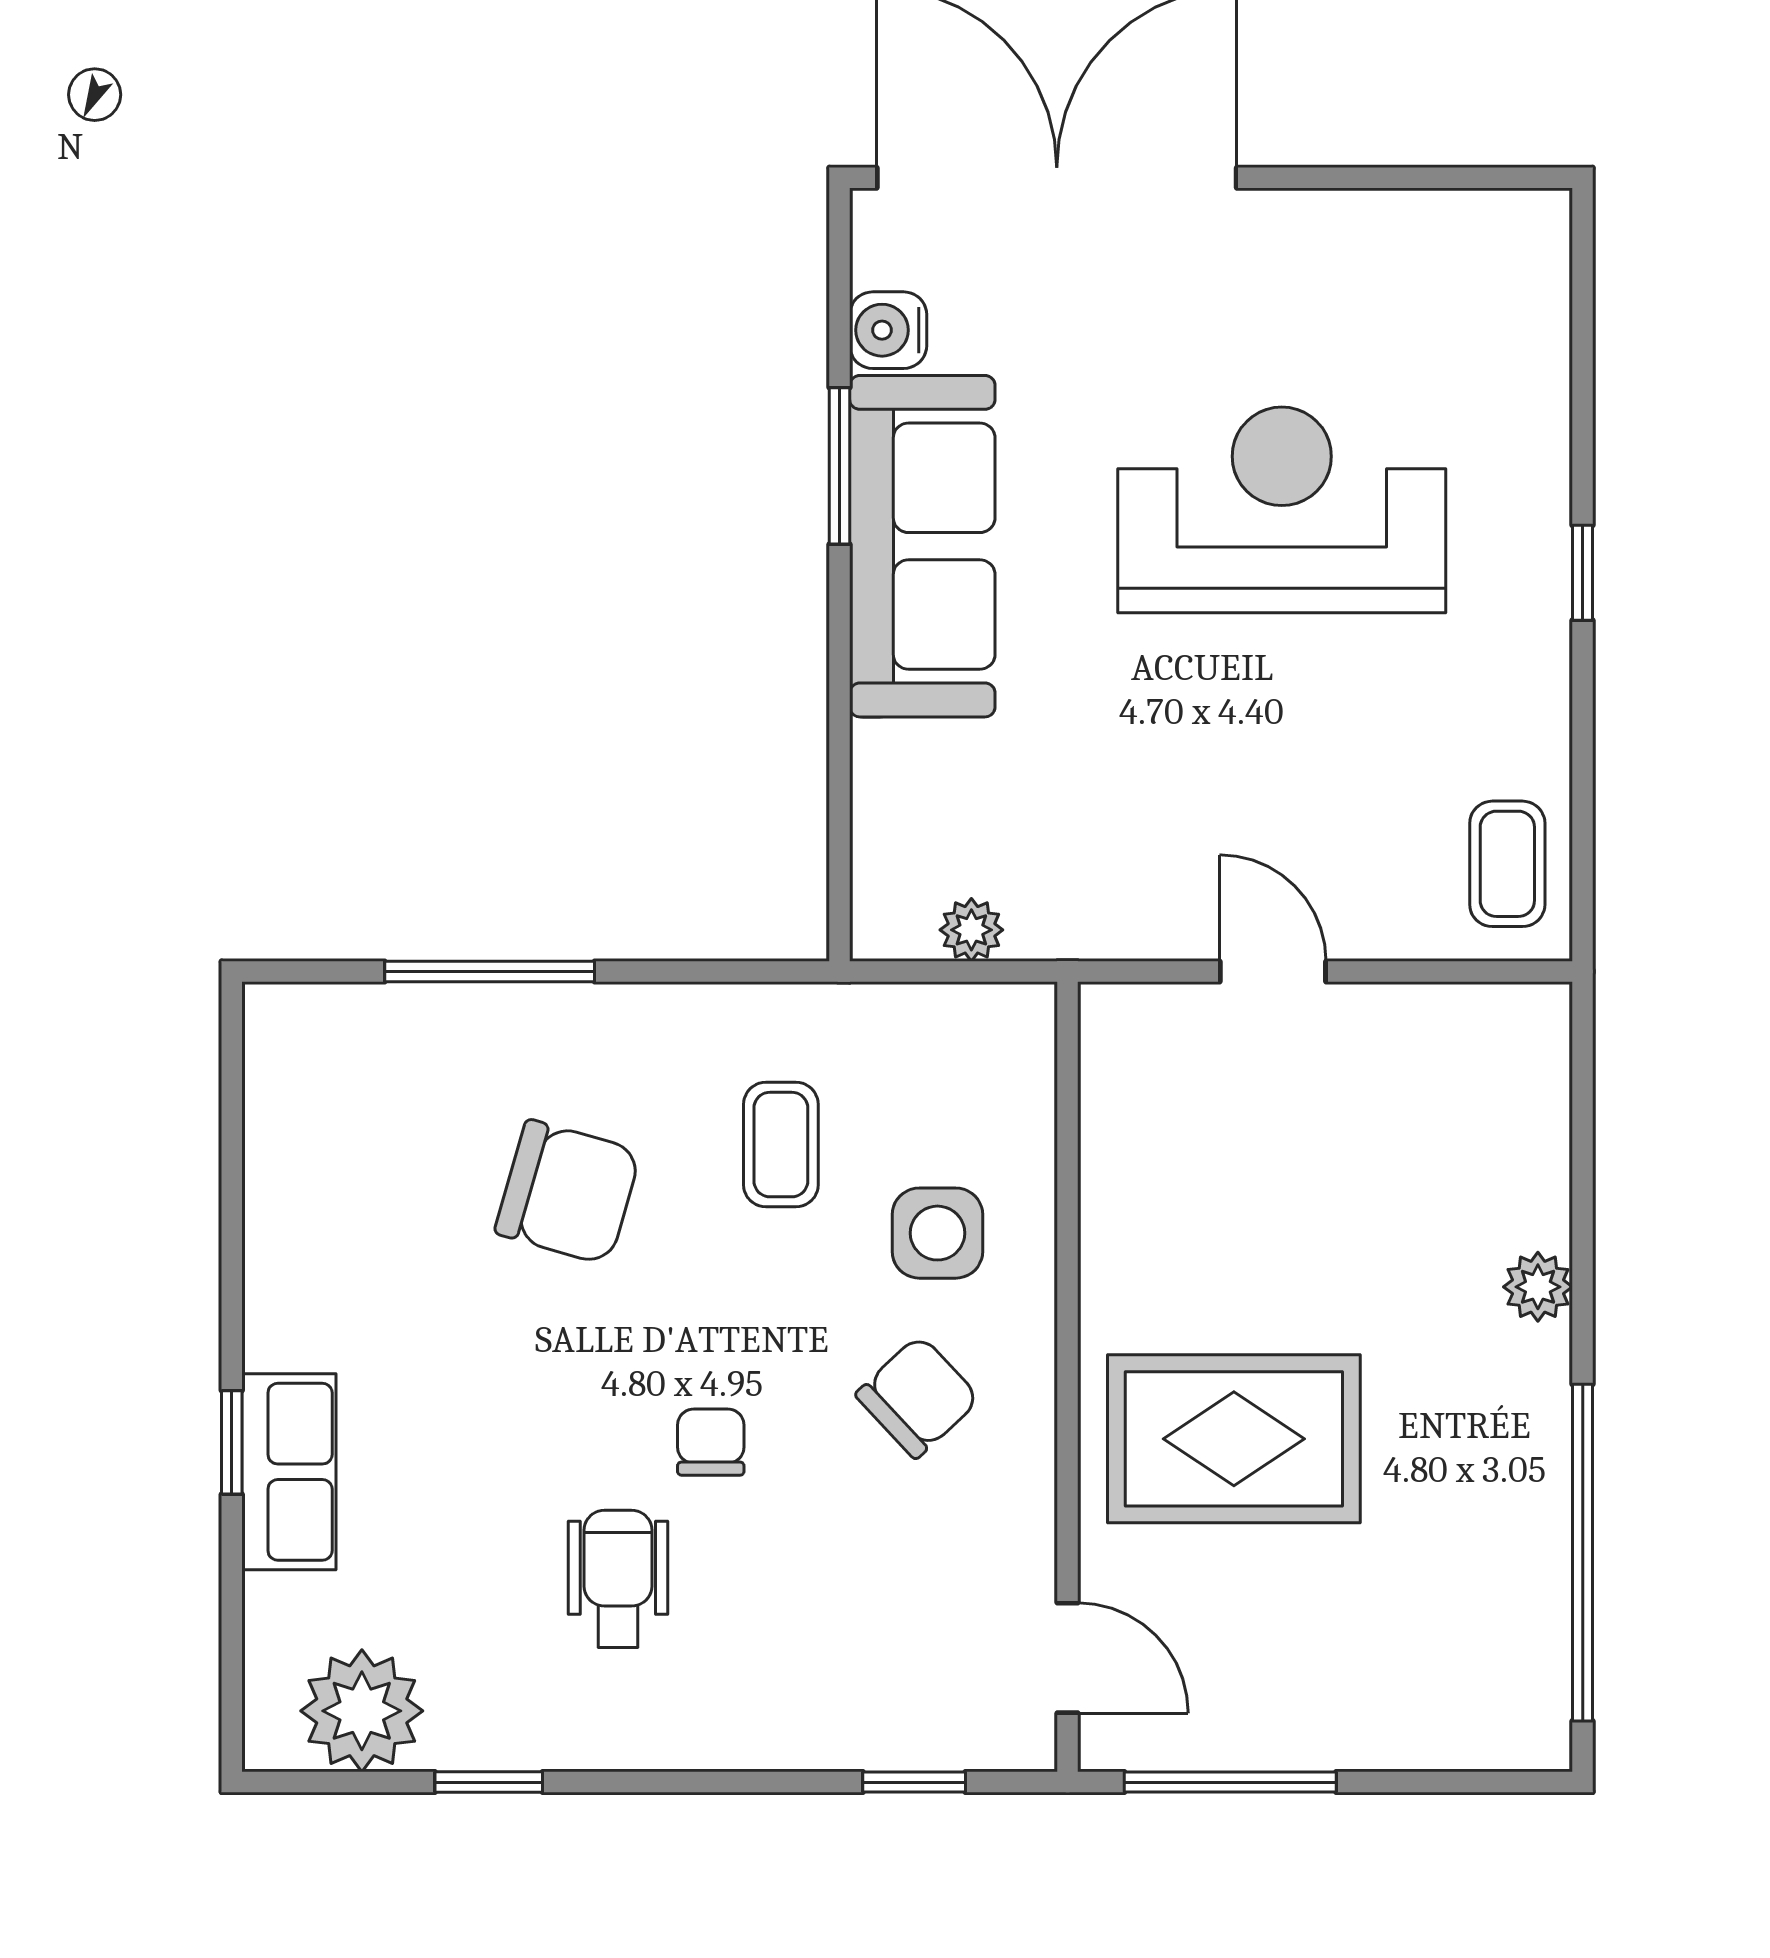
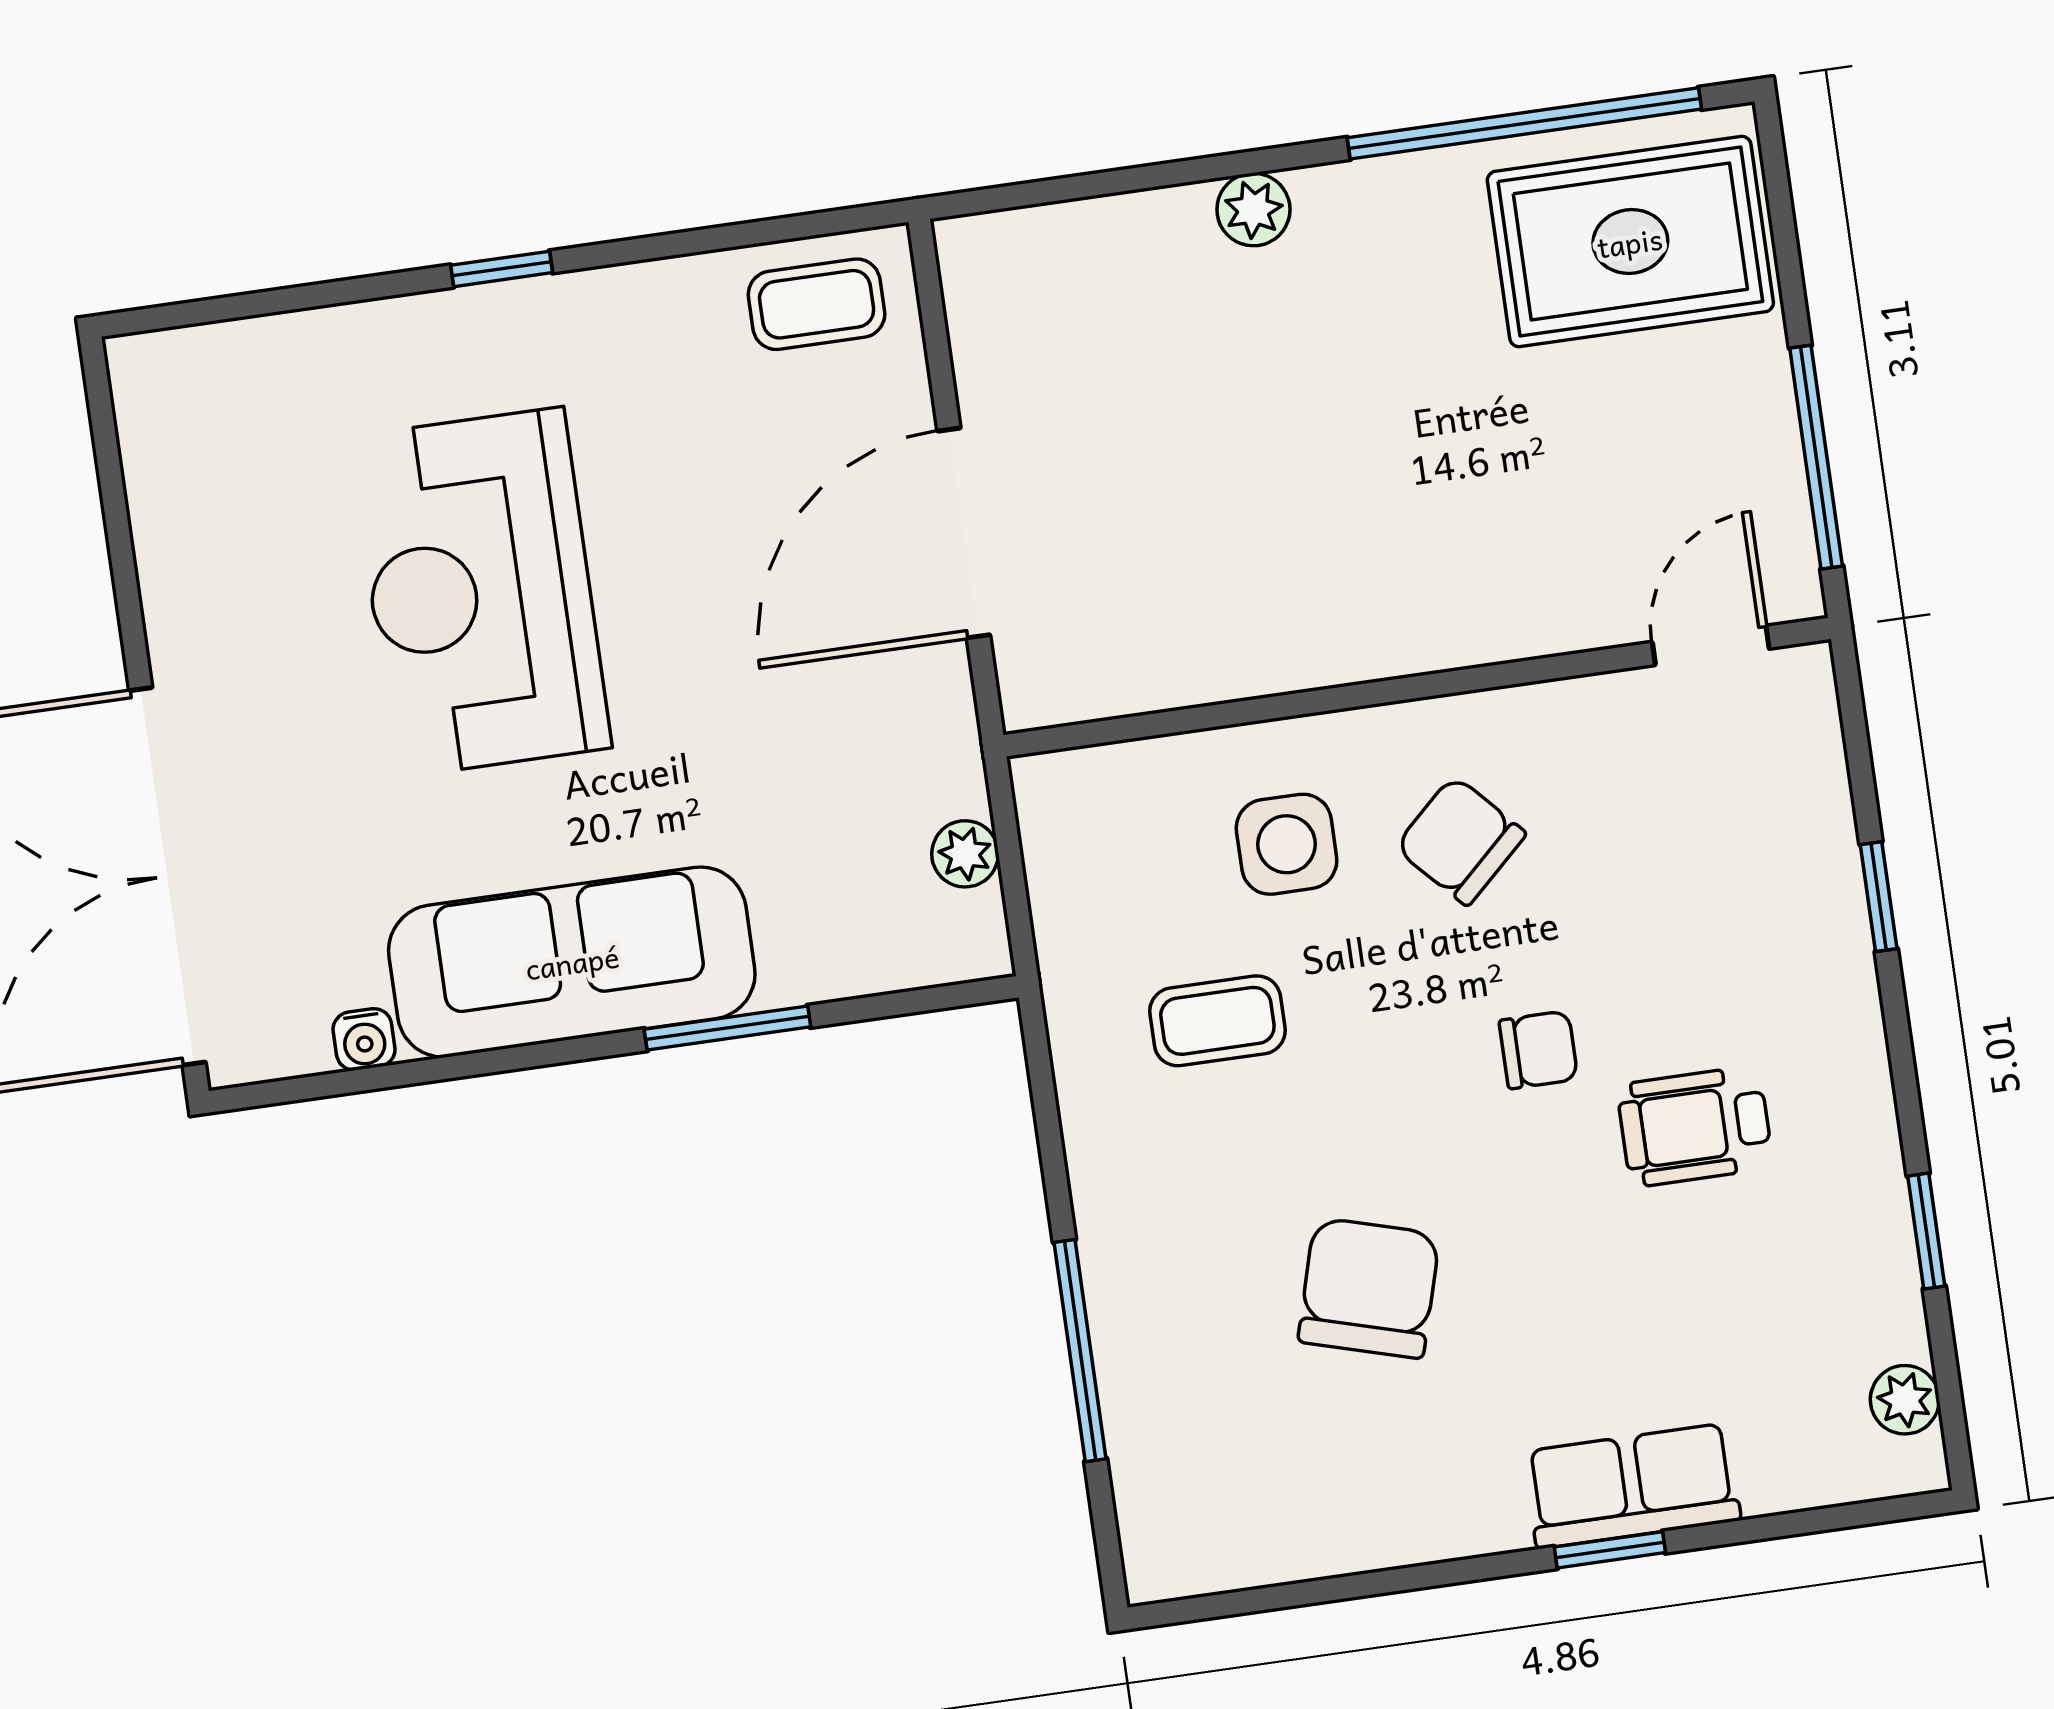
water cooler: (888, 330) -> (364, 1039), width x0.72, depth x0.72
window: (840, 466) -> (727, 1028), moved
door: (1273, 971) -> (964, 533), width x1.88
chair: (568, 1192) -> (1369, 1288), moved
rug: (1234, 1439) -> (1630, 242), moved, turned 90
chair: (711, 1442) -> (1538, 1050), turned 180
plant: (362, 1711) -> (1905, 1400), width x0.53, depth x0.53
window: (914, 1782) -> (1879, 897), moved

